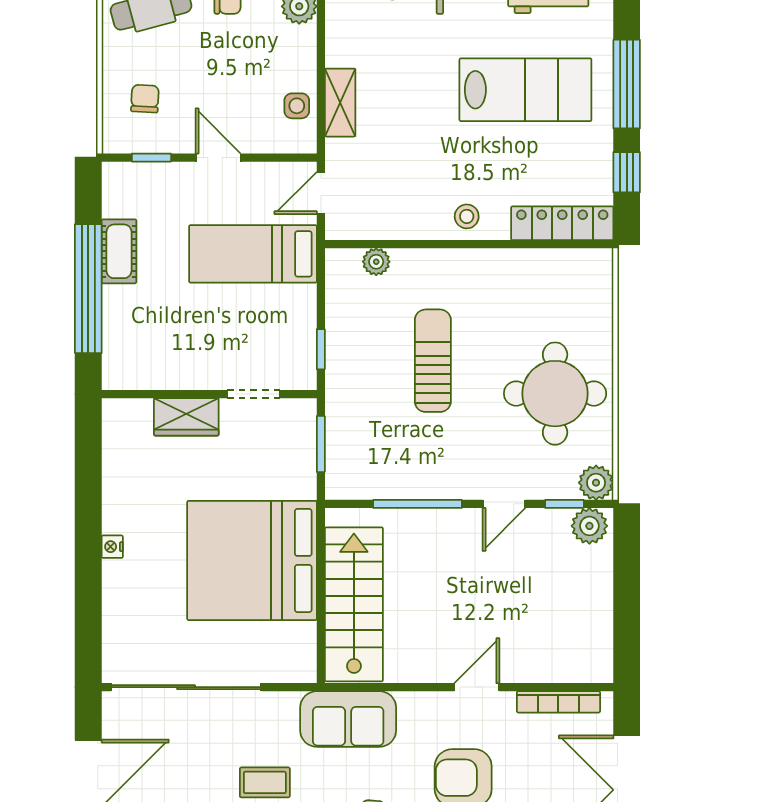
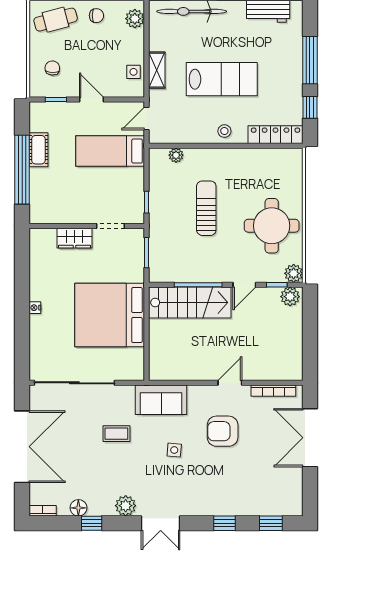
lab bench: (525, 90) -> (222, 79), moved
stairs: (354, 604) -> (190, 303), moved, turned 90

